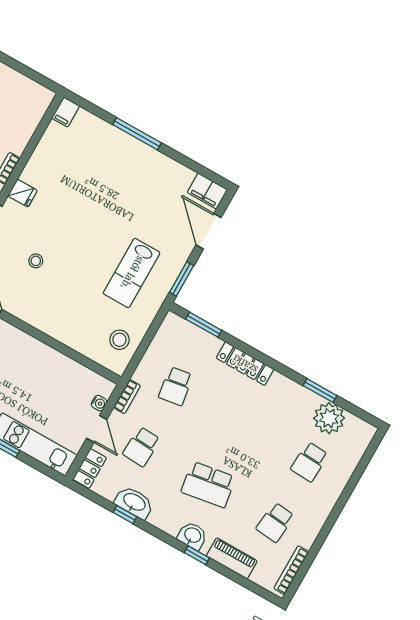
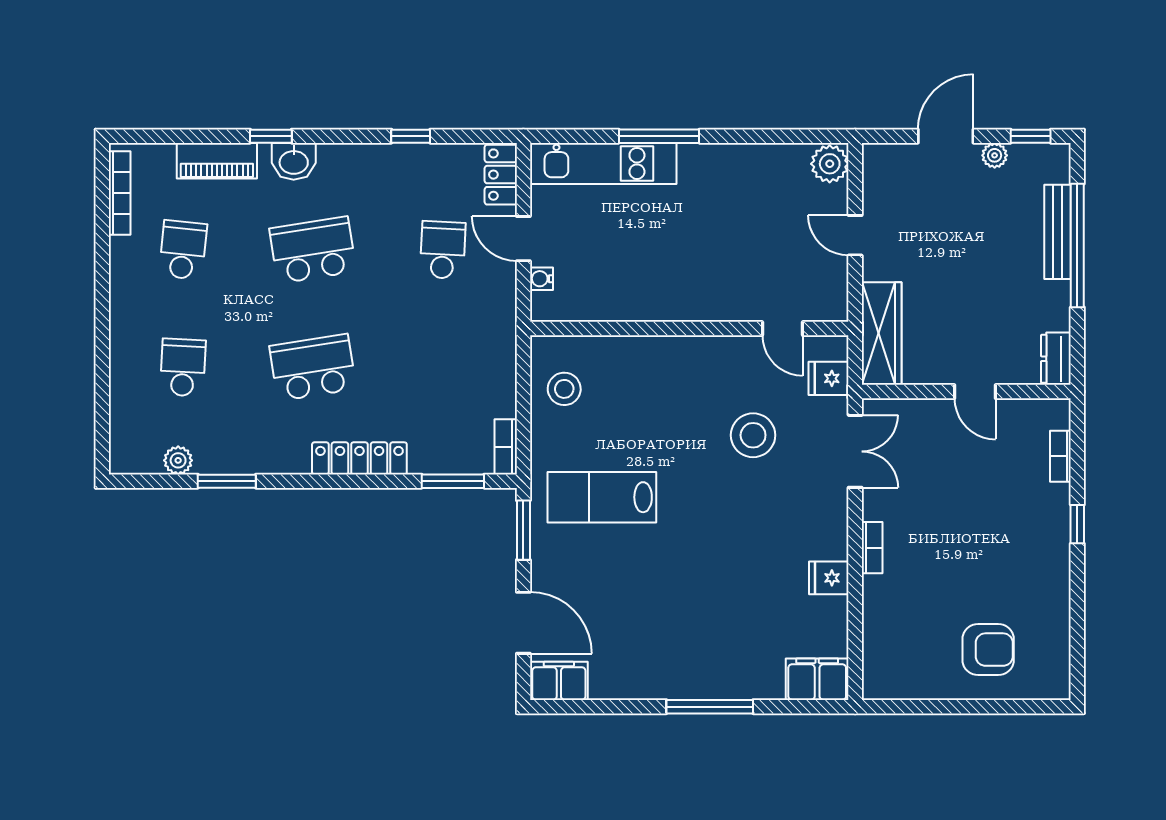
filing cabinet: (66, 112) -> (817, 679), width x2.00
fridge: (23, 193) -> (829, 578), moved
stool: (36, 261) -> (753, 435), width x1.89, depth x1.89
lab bench: (132, 273) -> (602, 497), turned -90
school desk: (176, 386) -> (313, 367), moved, width x1.85
bookcase: (127, 397) -> (506, 447), moved
plant: (329, 418) -> (178, 460), width x0.53, depth x0.53
washbasin: (134, 502) -> (407, 162), removed

